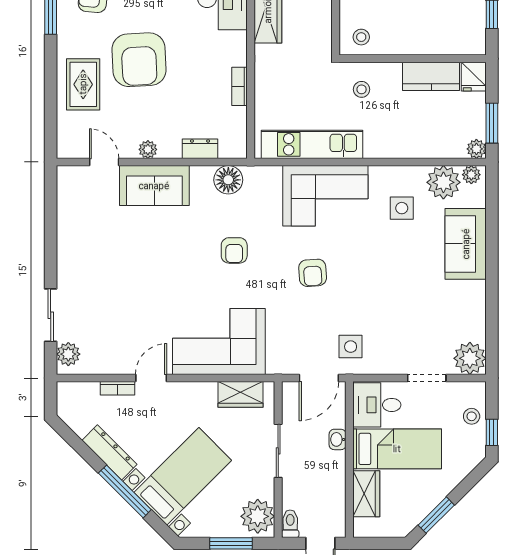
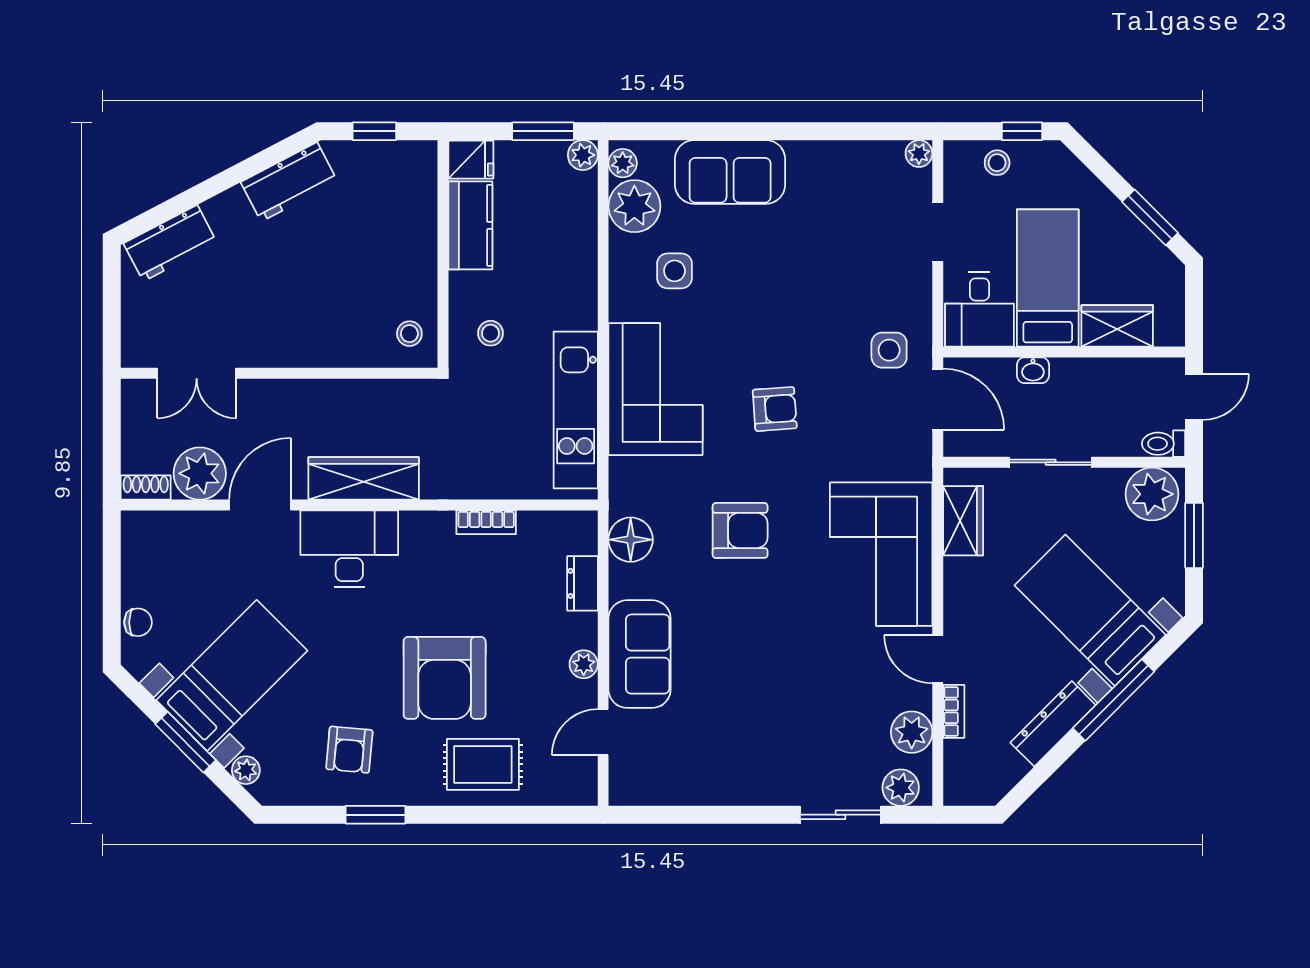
armchair: (139, 60) -> (445, 678), turned 93
armchair: (234, 250) -> (740, 530), width x1.38, depth x1.38
plant: (470, 358) -> (919, 154), width x0.53, depth x0.53
plant: (104, 361) -> (912, 732), added

